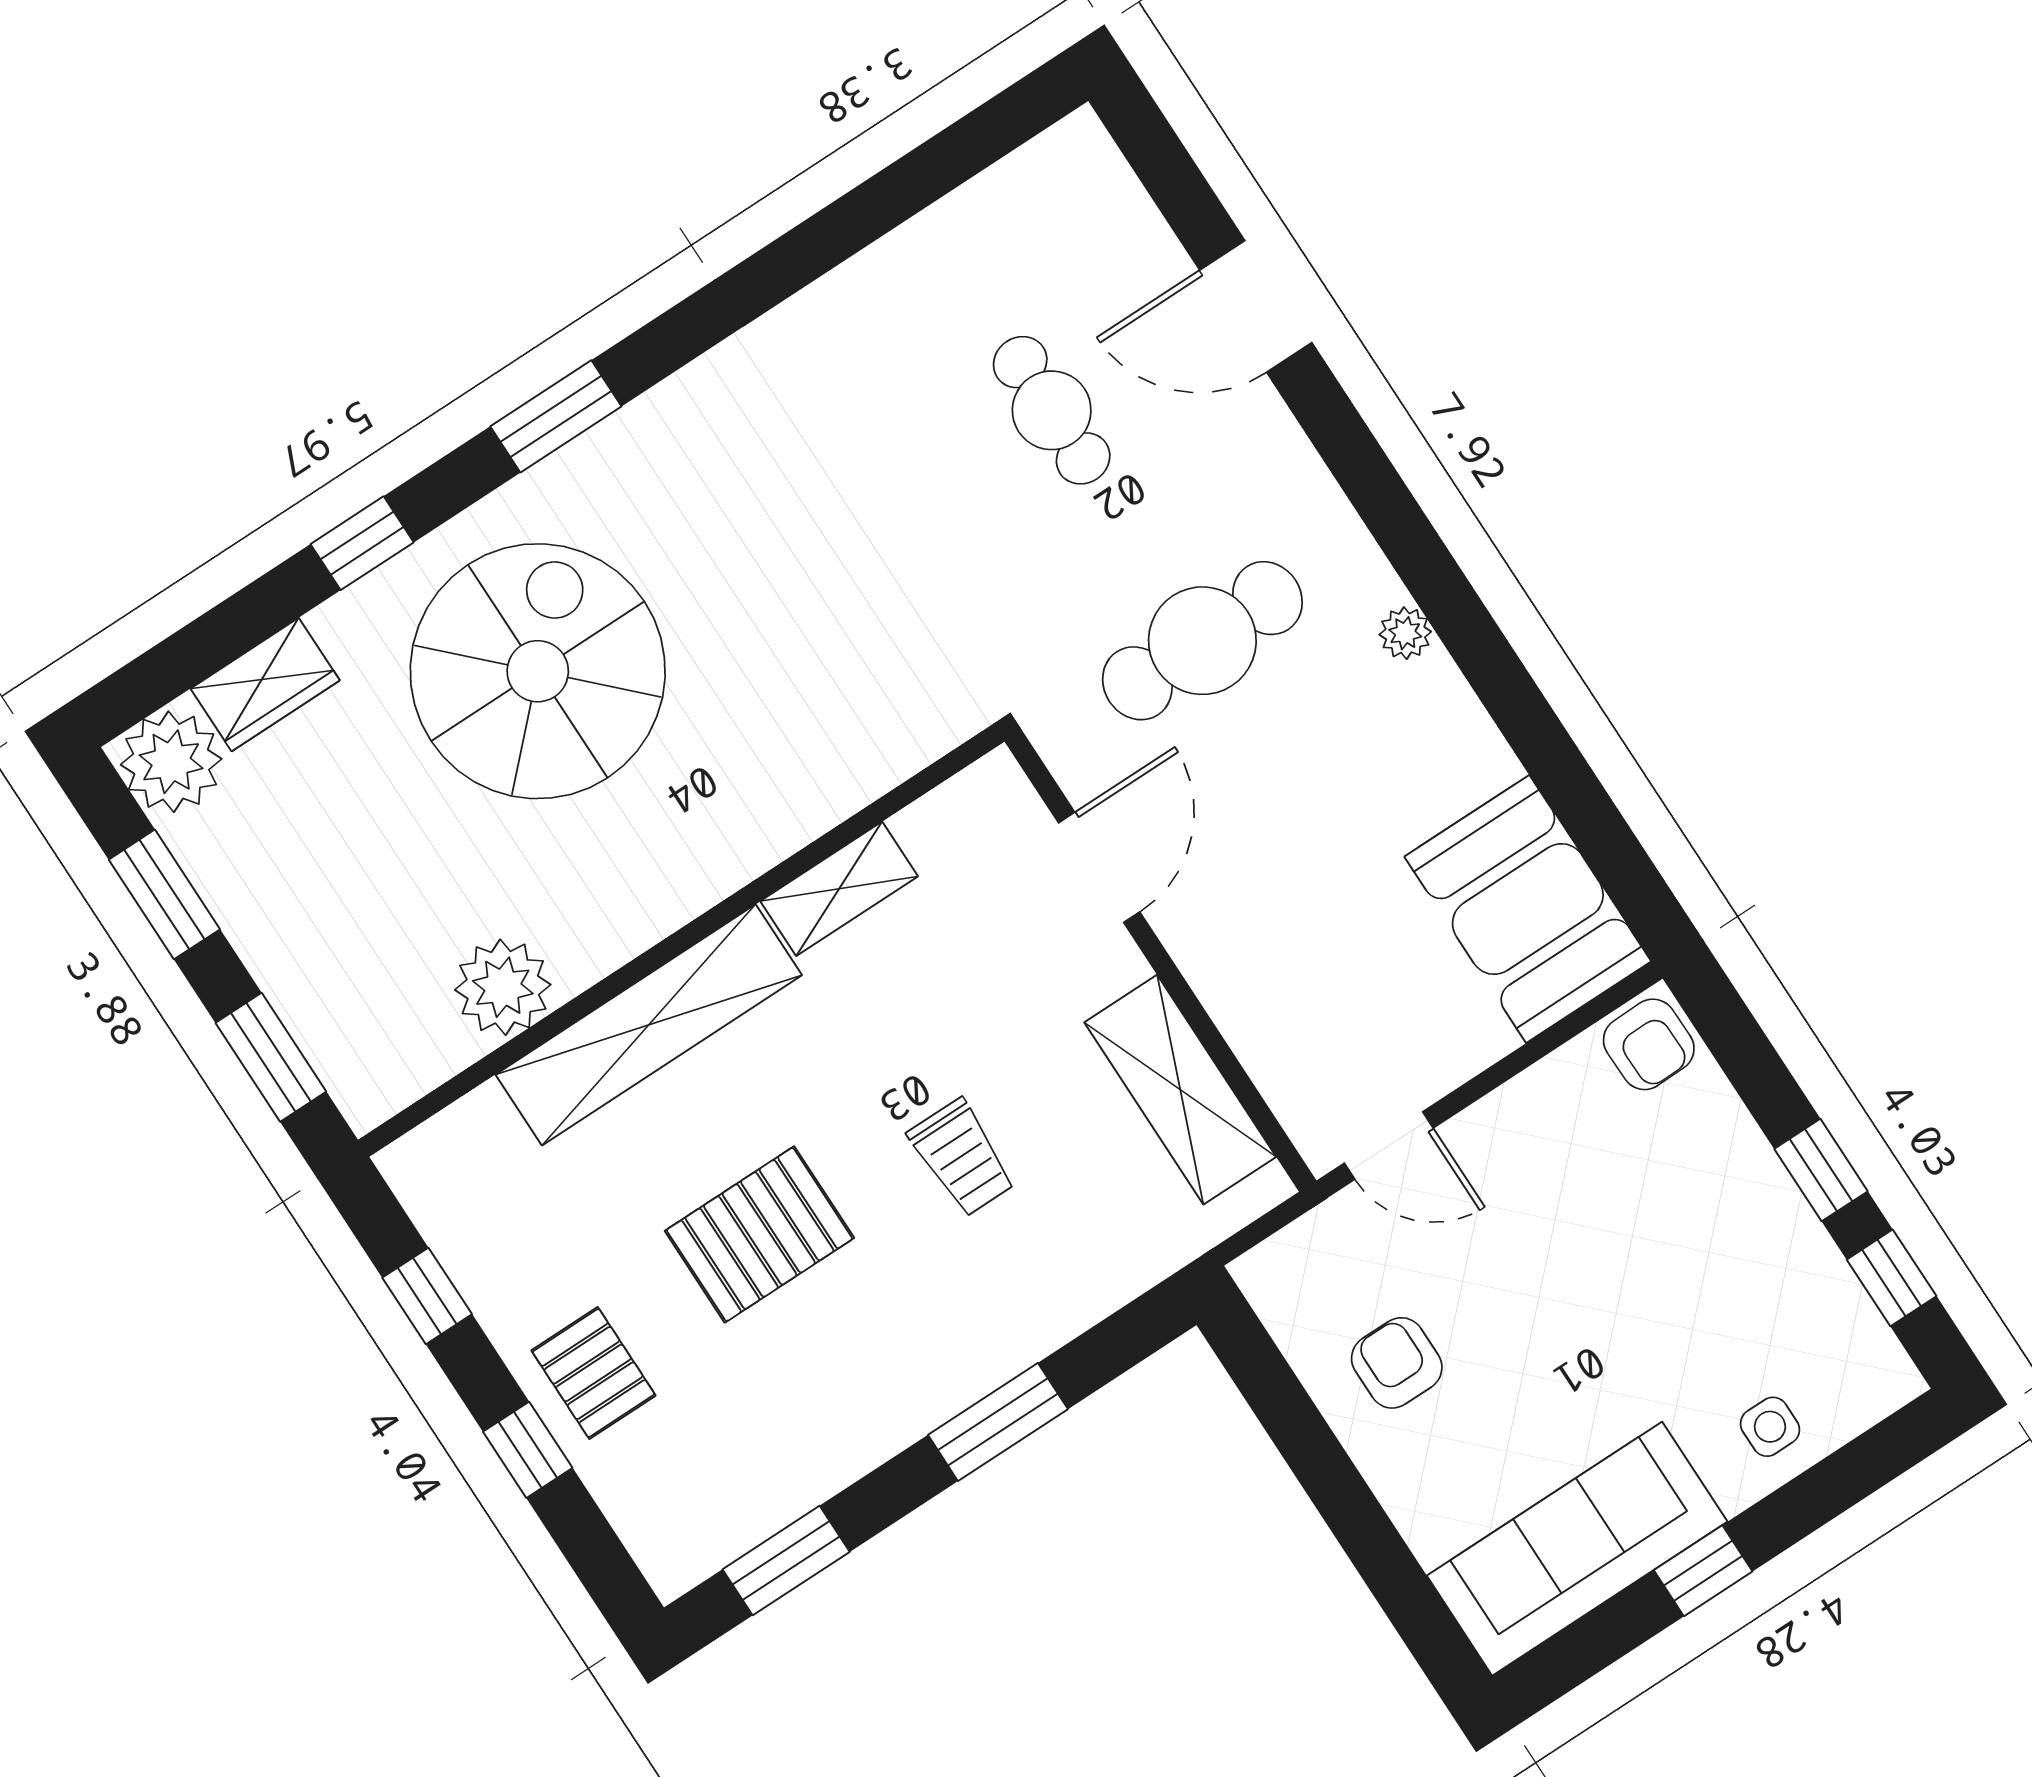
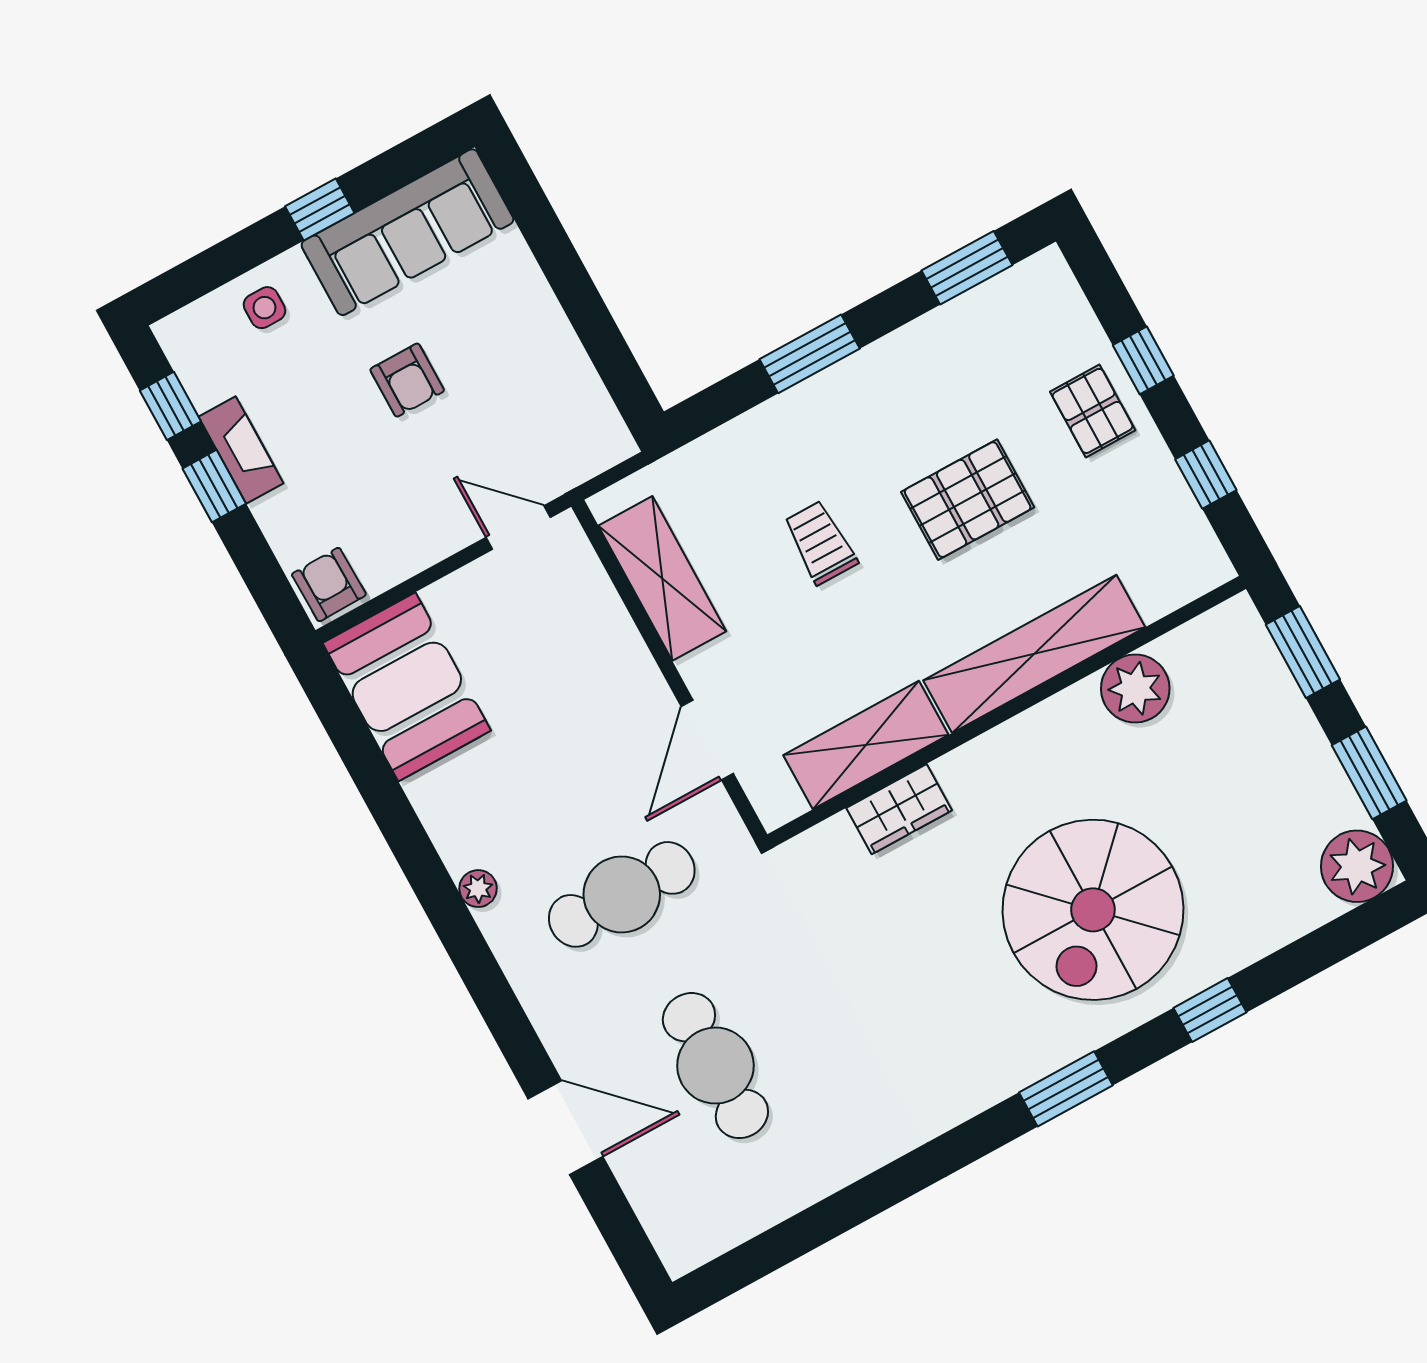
cafe table: (1052, 410) -> (715, 1066), width x1.37, depth x1.35
wardrobe: (265, 684) -> (899, 809), moved, turned 180
shelving: (839, 889) -> (866, 745), width x1.50, depth x1.33
fireplace: (1787, 1224) -> (241, 450), added
armchair: (1397, 1363) -> (407, 380), moved

